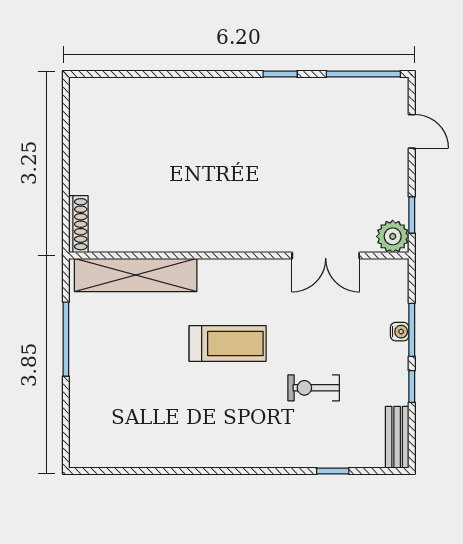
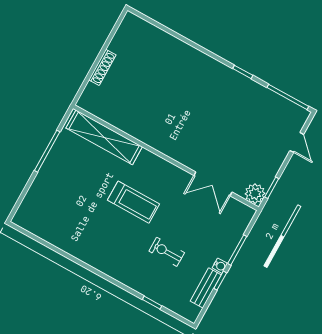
shoe rack: (78, 224) -> (102, 67), moved
water cooler: (400, 332) -> (220, 266), moved
bench: (397, 437) -> (206, 288), moved

